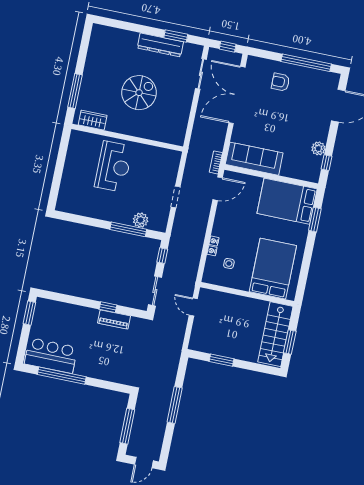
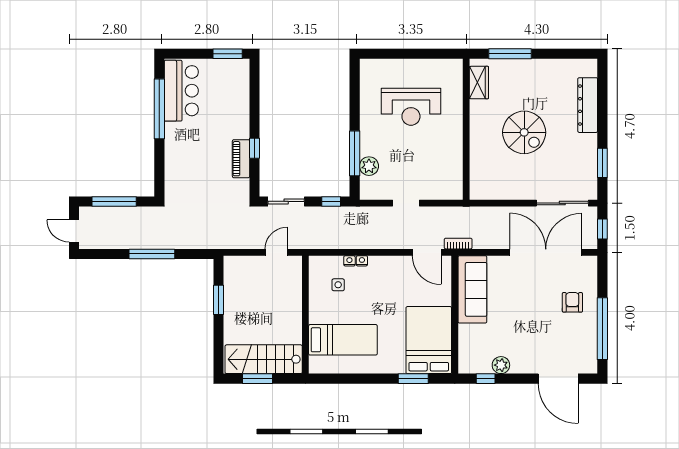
dresser: (160, 45) -> (588, 105), moved
sliding door: (201, 74) -> (562, 203), width x1.37
reception desk: (114, 167) -> (411, 107), moved
bed: (273, 269) -> (343, 340), width x0.67

